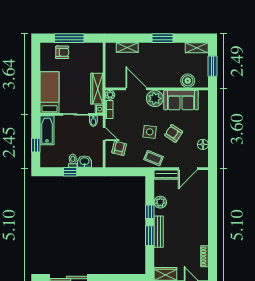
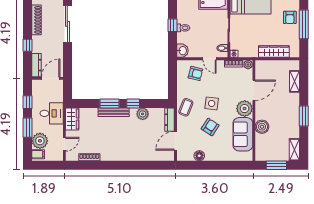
boiler: (188, 81) -> (262, 127), moved
wardrobe: (97, 89) -> (274, 51), moved
door: (104, 134) -> (210, 59), hinge flipped
washbasin: (85, 162) -> (182, 51), moved
door: (188, 169) -> (175, 141), hinge flipped

